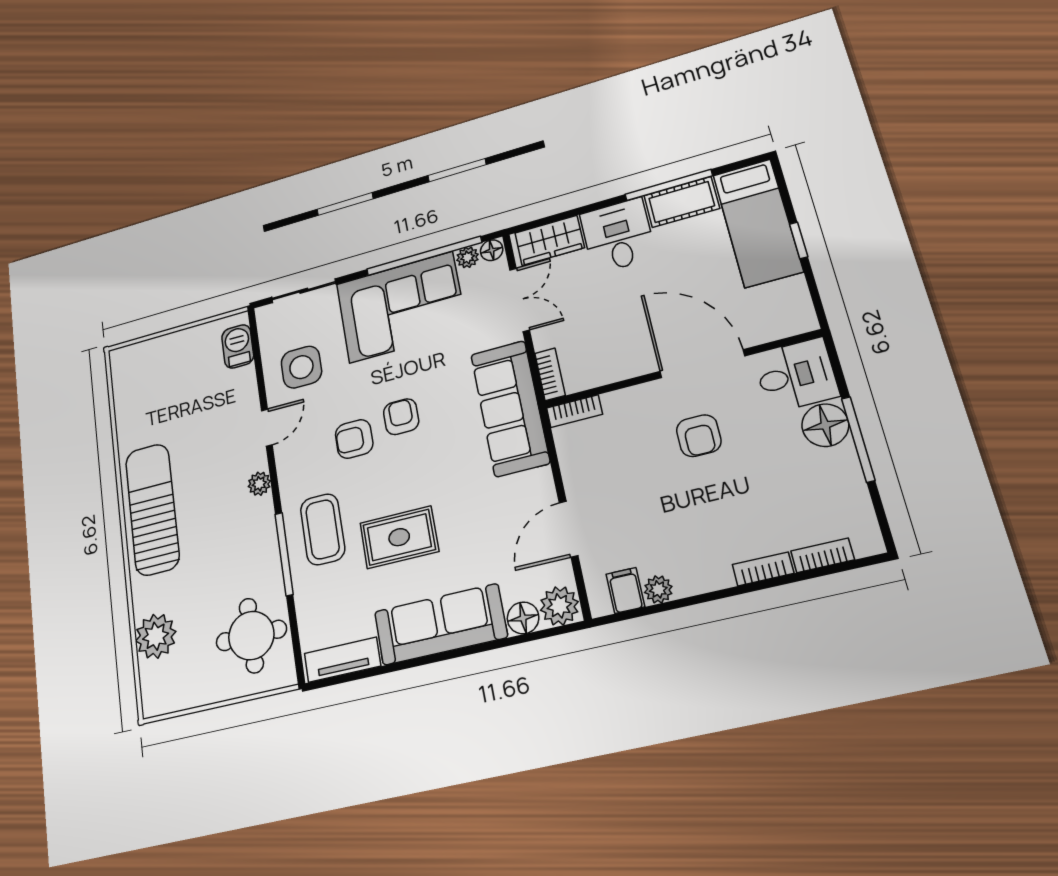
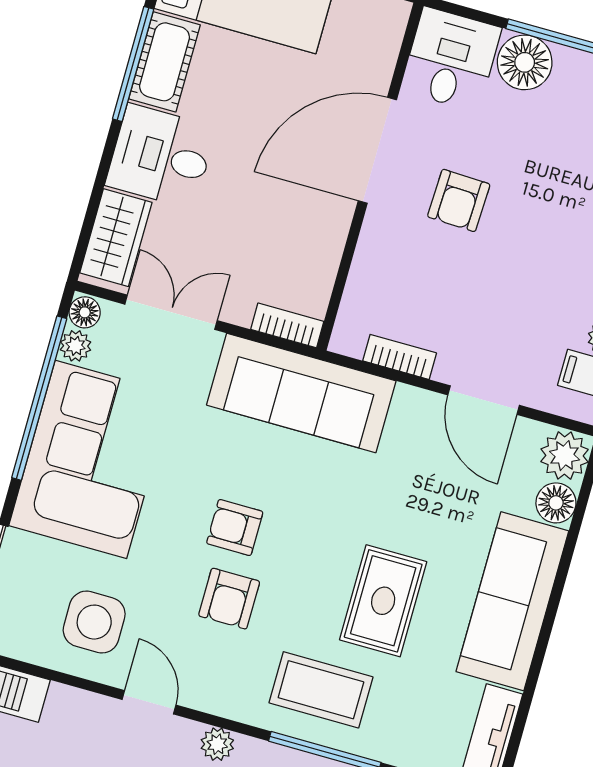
bookcase: (574, 411) -> (400, 357), moved, turned -90
armchair: (699, 436) -> (459, 200), turned 92

